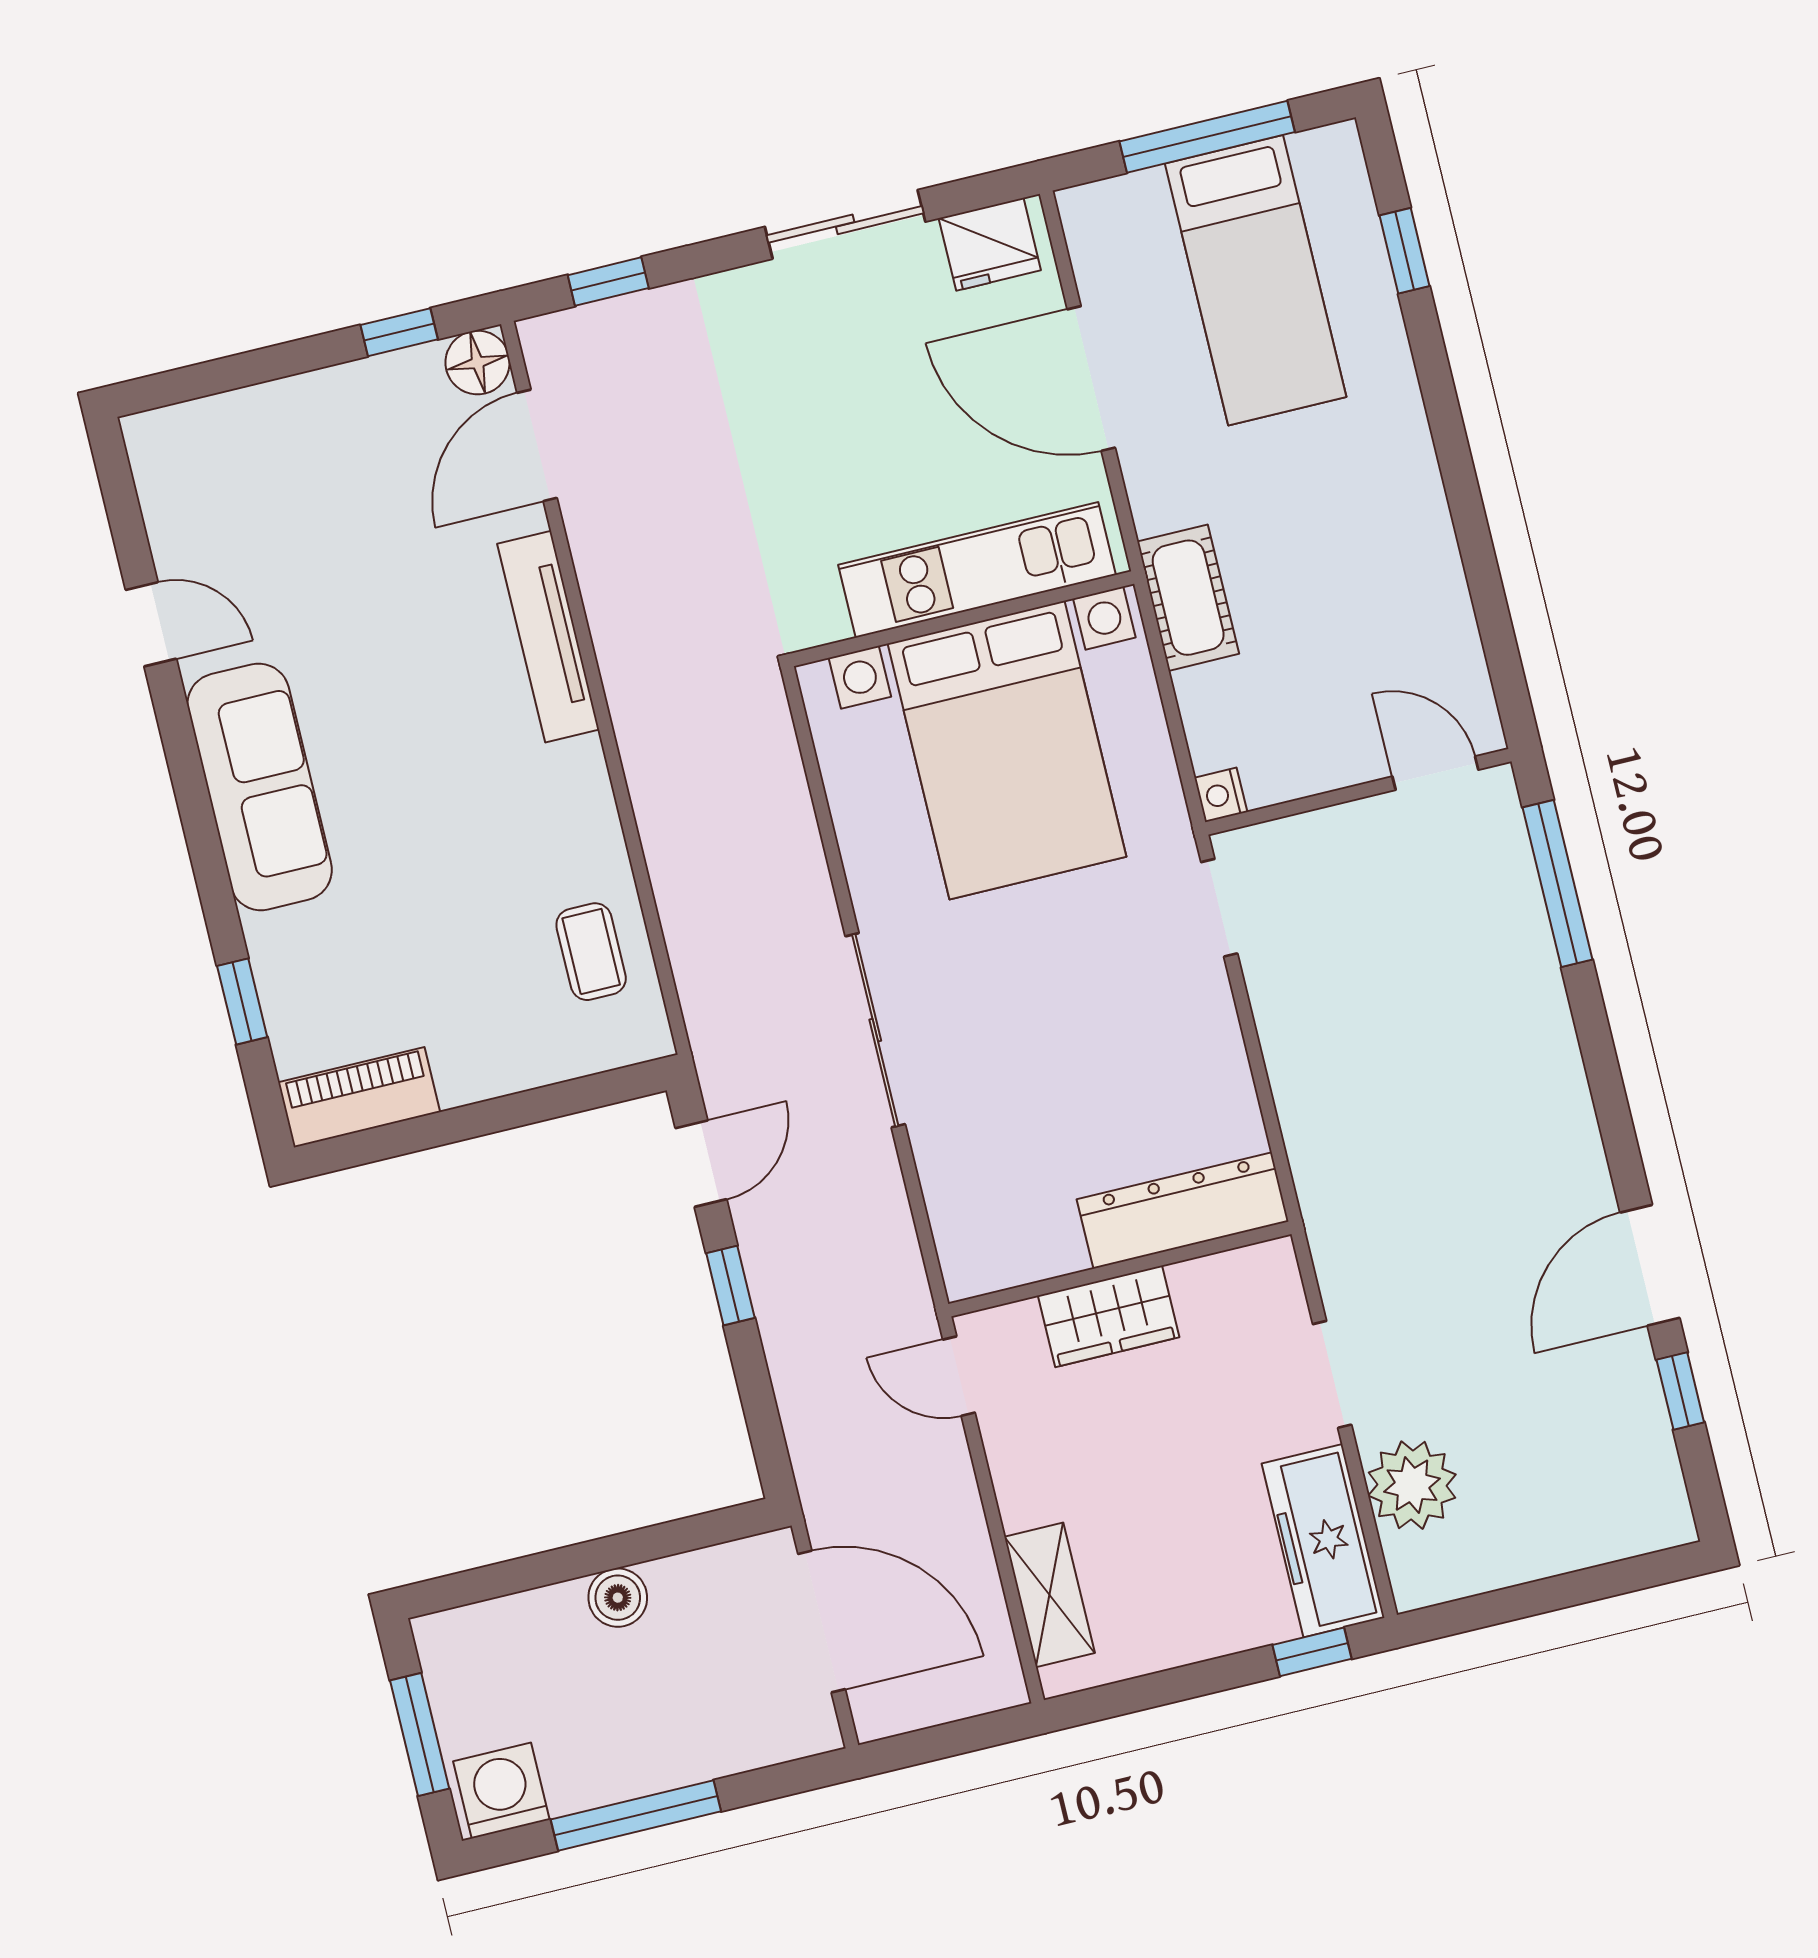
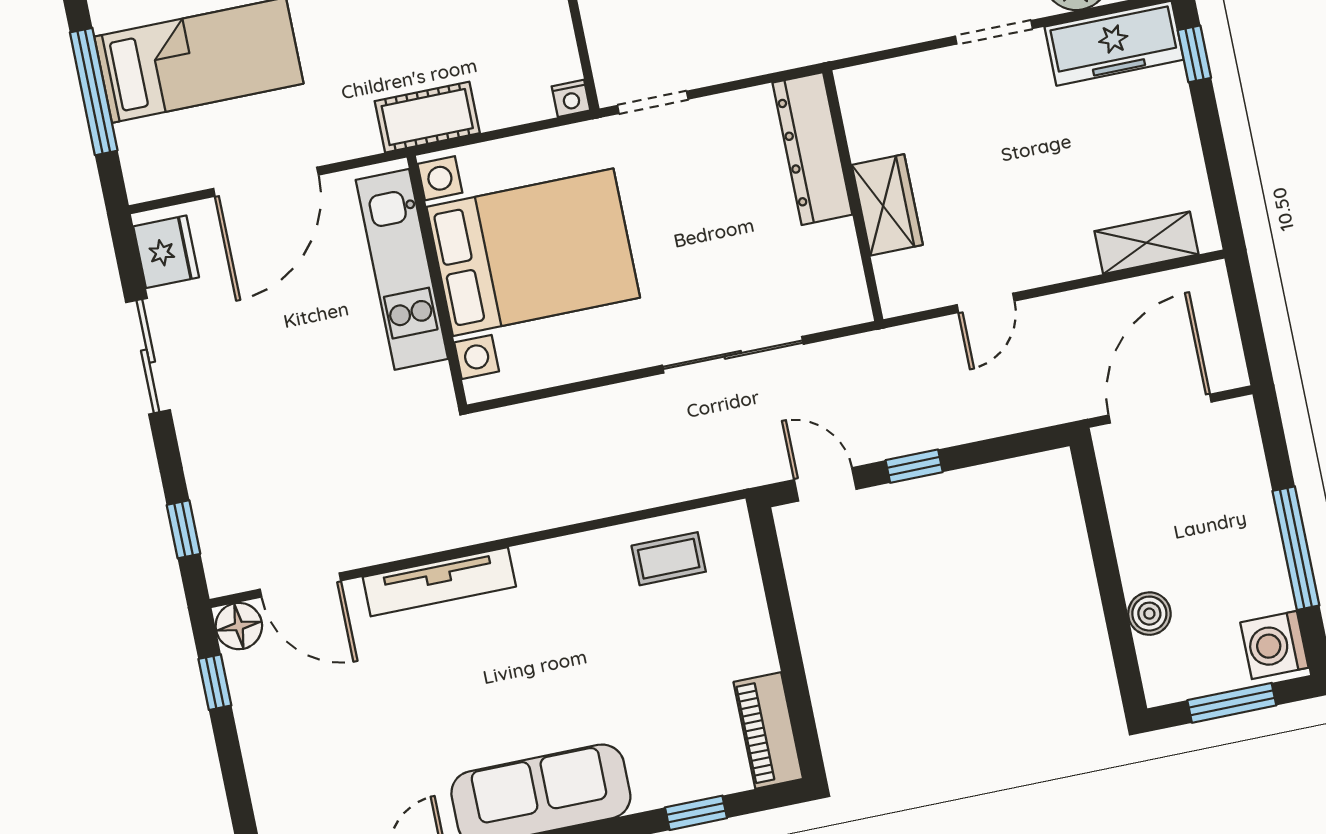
dresser: (1183, 1210) -> (812, 149), moved
wall: (1120, 1269) -> (853, 196), moved
wardrobe: (1109, 1316) -> (887, 205), moved
boiler: (618, 1598) -> (1149, 614), moved

